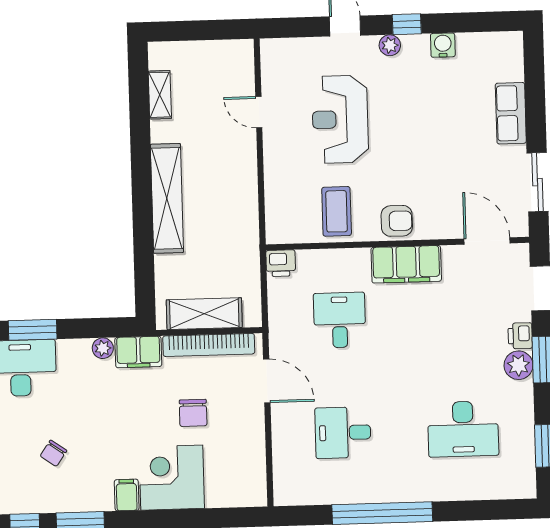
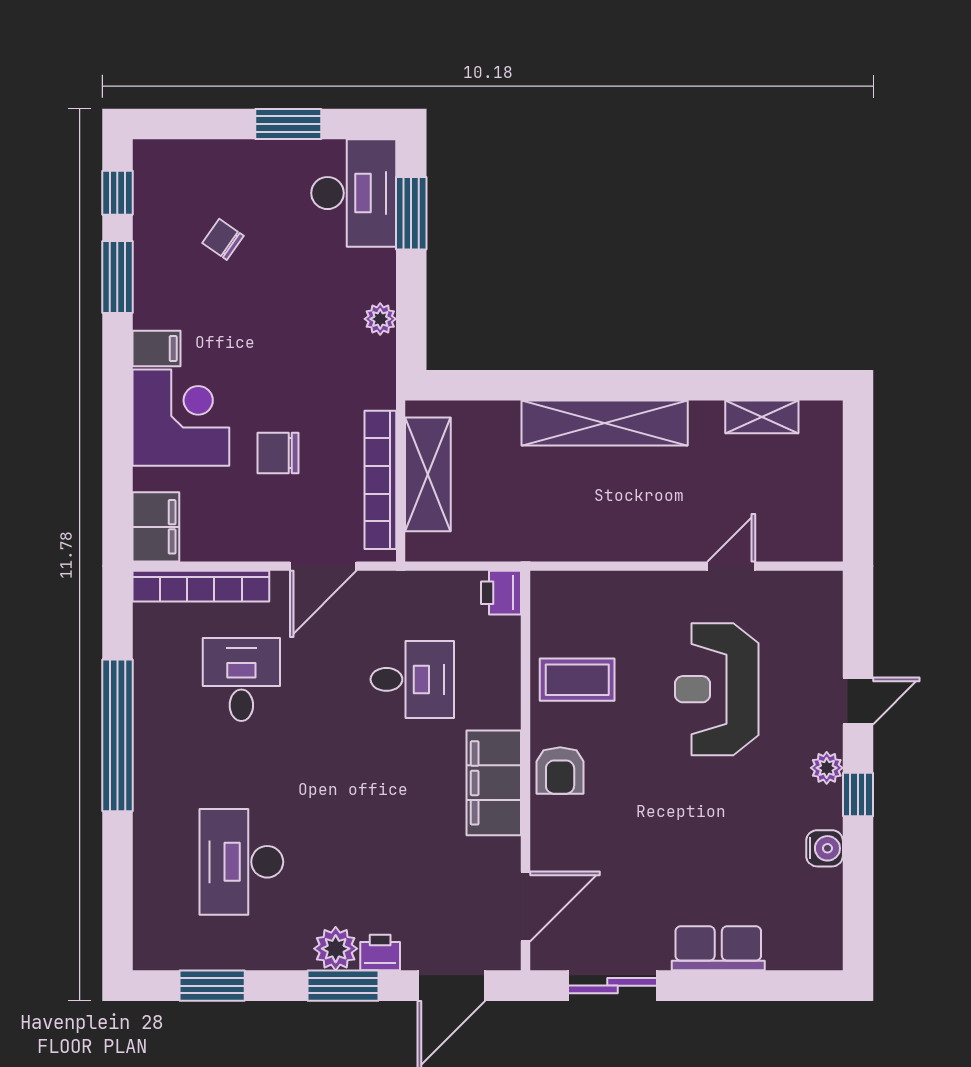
reception desk: (340, 119) -> (717, 689), turned -90
filing cabinet: (138, 352) -> (156, 527), moved, turned 180
bookcase: (282, 461) -> (201, 586), added

